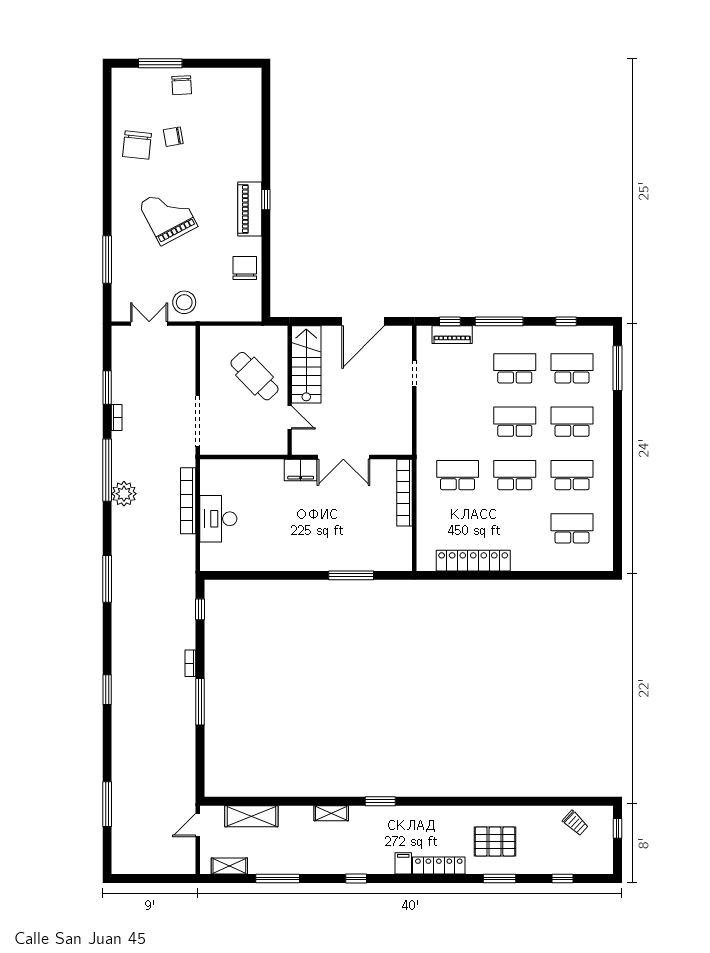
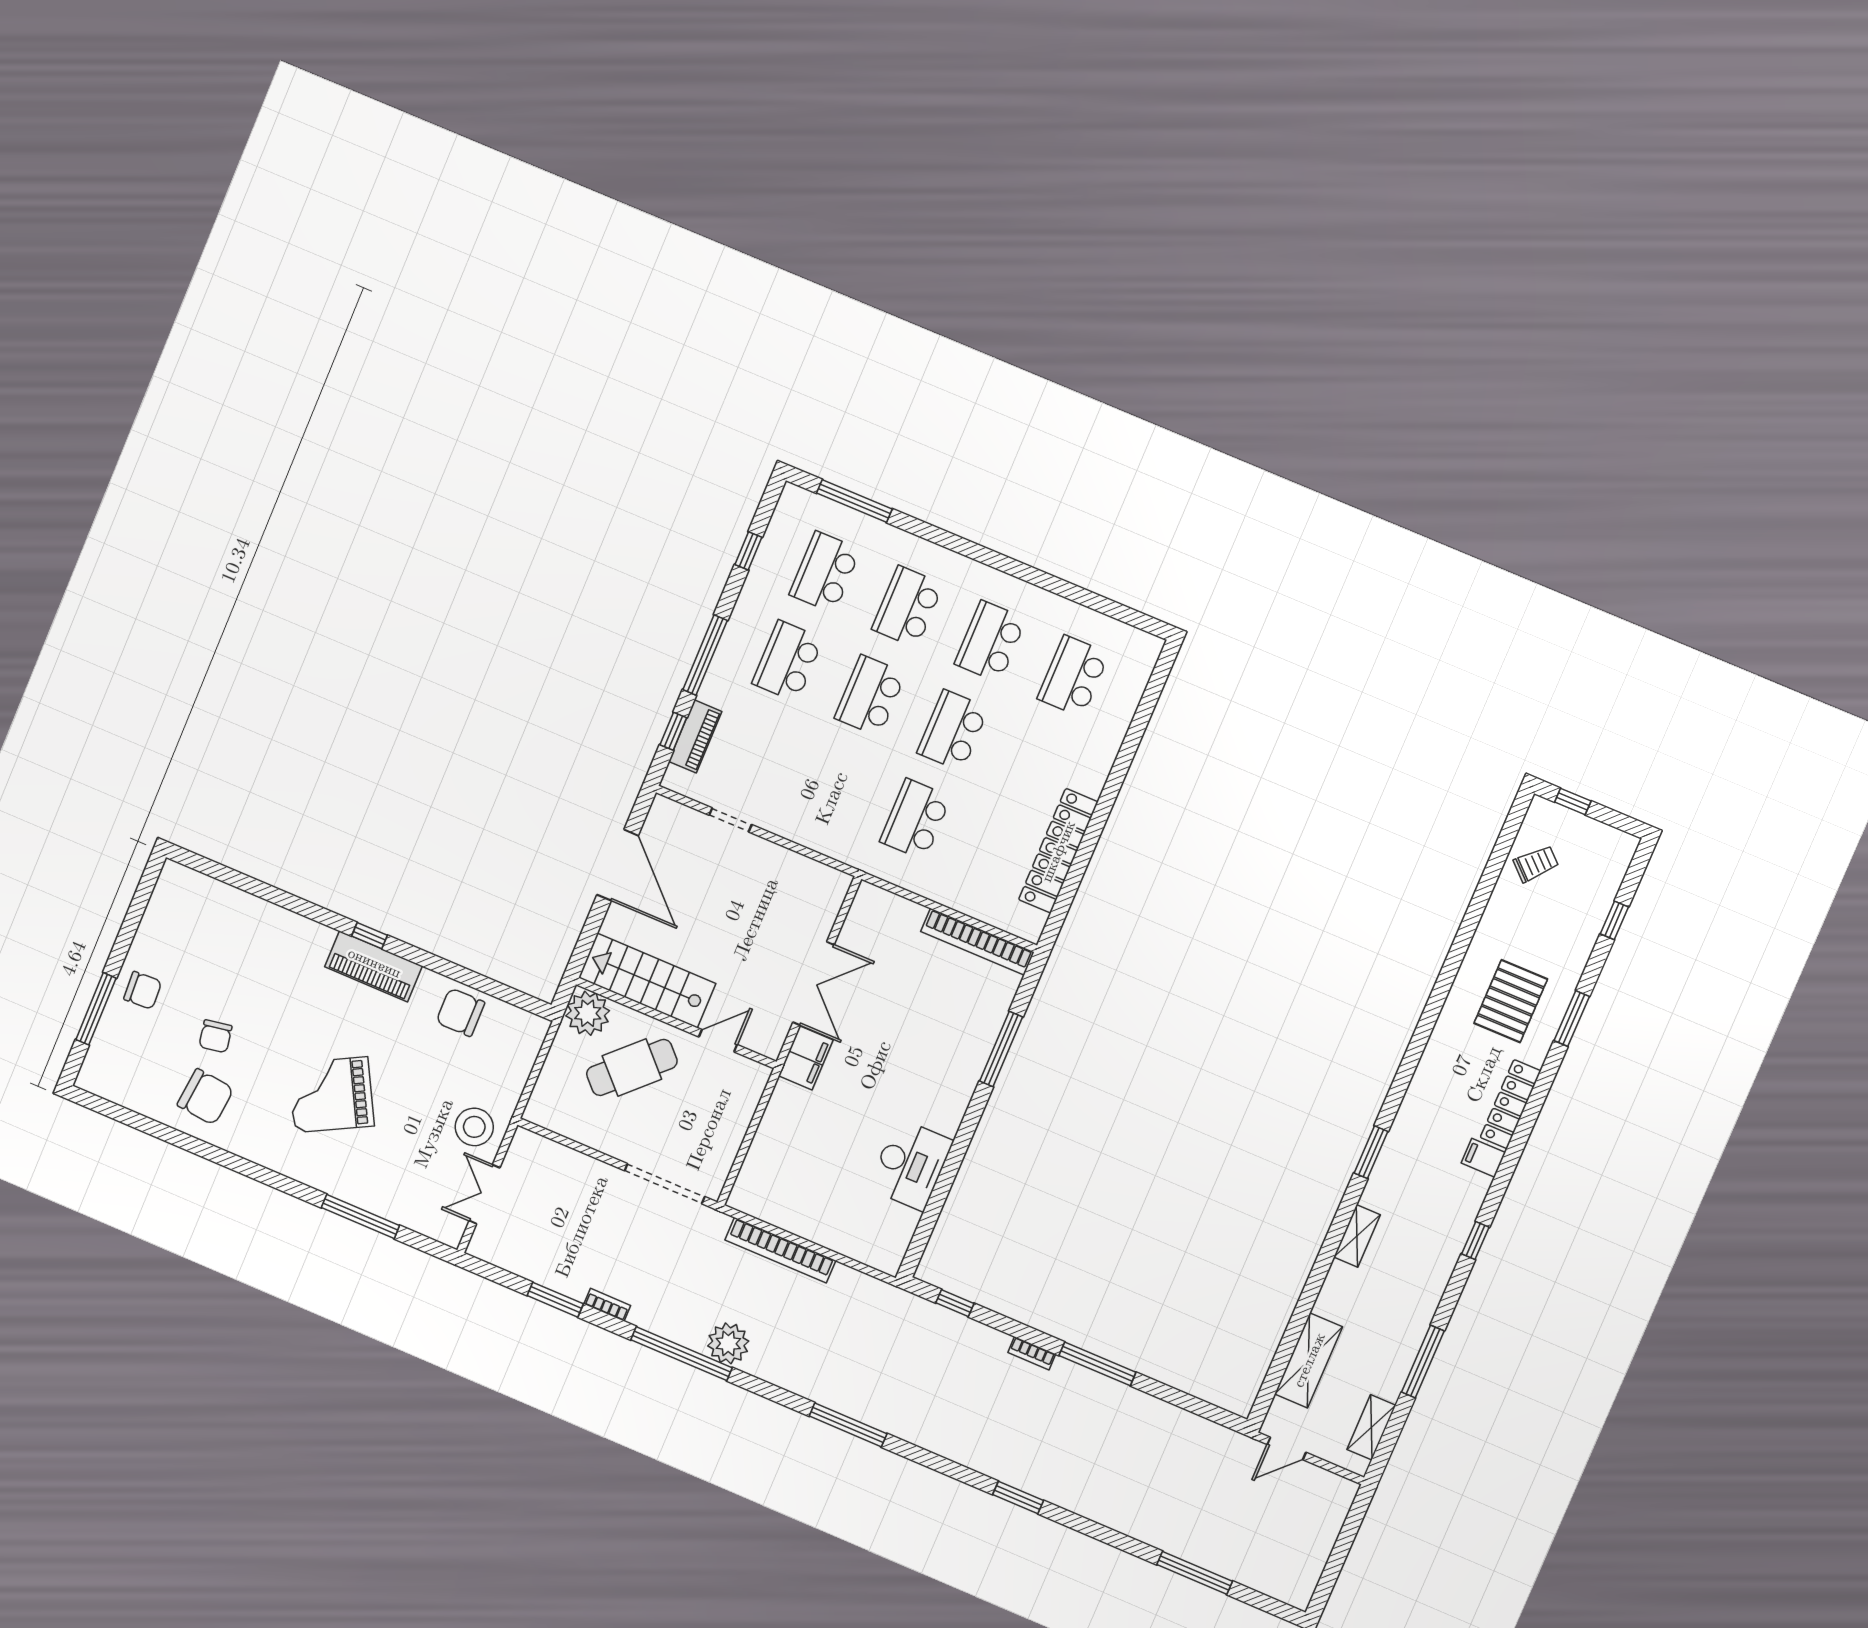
plant: (274, 339) -> (588, 1013), added
bookcase: (405, 493) -> (977, 942), moved
desk: (218, 519) -> (911, 1165), moved, turned -90
door: (198, 825) -> (1287, 1448), hinge flipped

